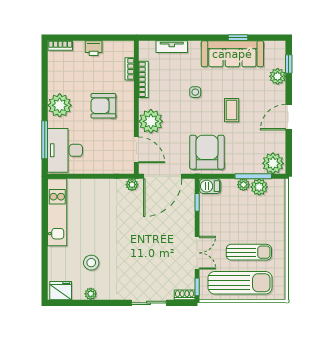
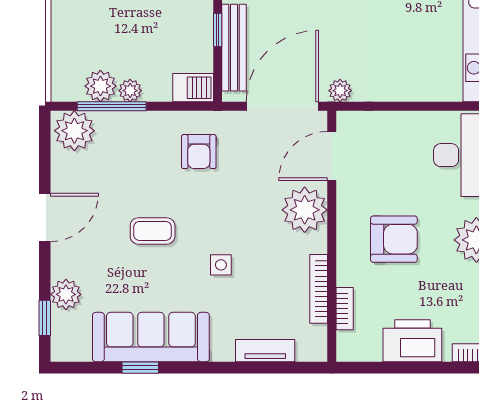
printer: (94, 48) -> (412, 341), width x1.87, depth x1.48
coffee table: (232, 110) -> (153, 231), turned 90
door: (136, 150) -> (332, 156), hinge flipped
armchair: (207, 152) -> (199, 152), width x0.53, depth x0.53
window: (197, 202) -> (218, 30), moved
bench: (188, 207) -> (234, 48), added

